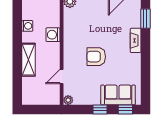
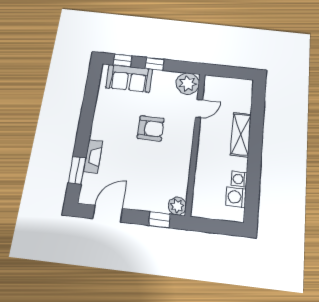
washing machine: (53, 35) -> (236, 197), moved, turned 180
fireplace: (136, 40) -> (93, 156), moved
plant: (68, 100) -> (188, 83), width x1.87, depth x1.87

